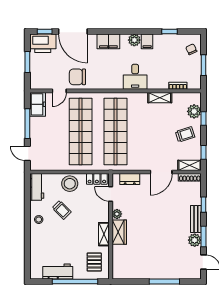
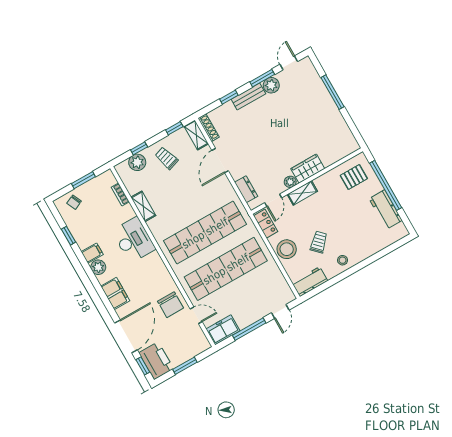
desk: (135, 77) -> (134, 240), width x1.37
door: (161, 172) -> (220, 161), swing flipped
shelving: (104, 234) -> (302, 193), moved

